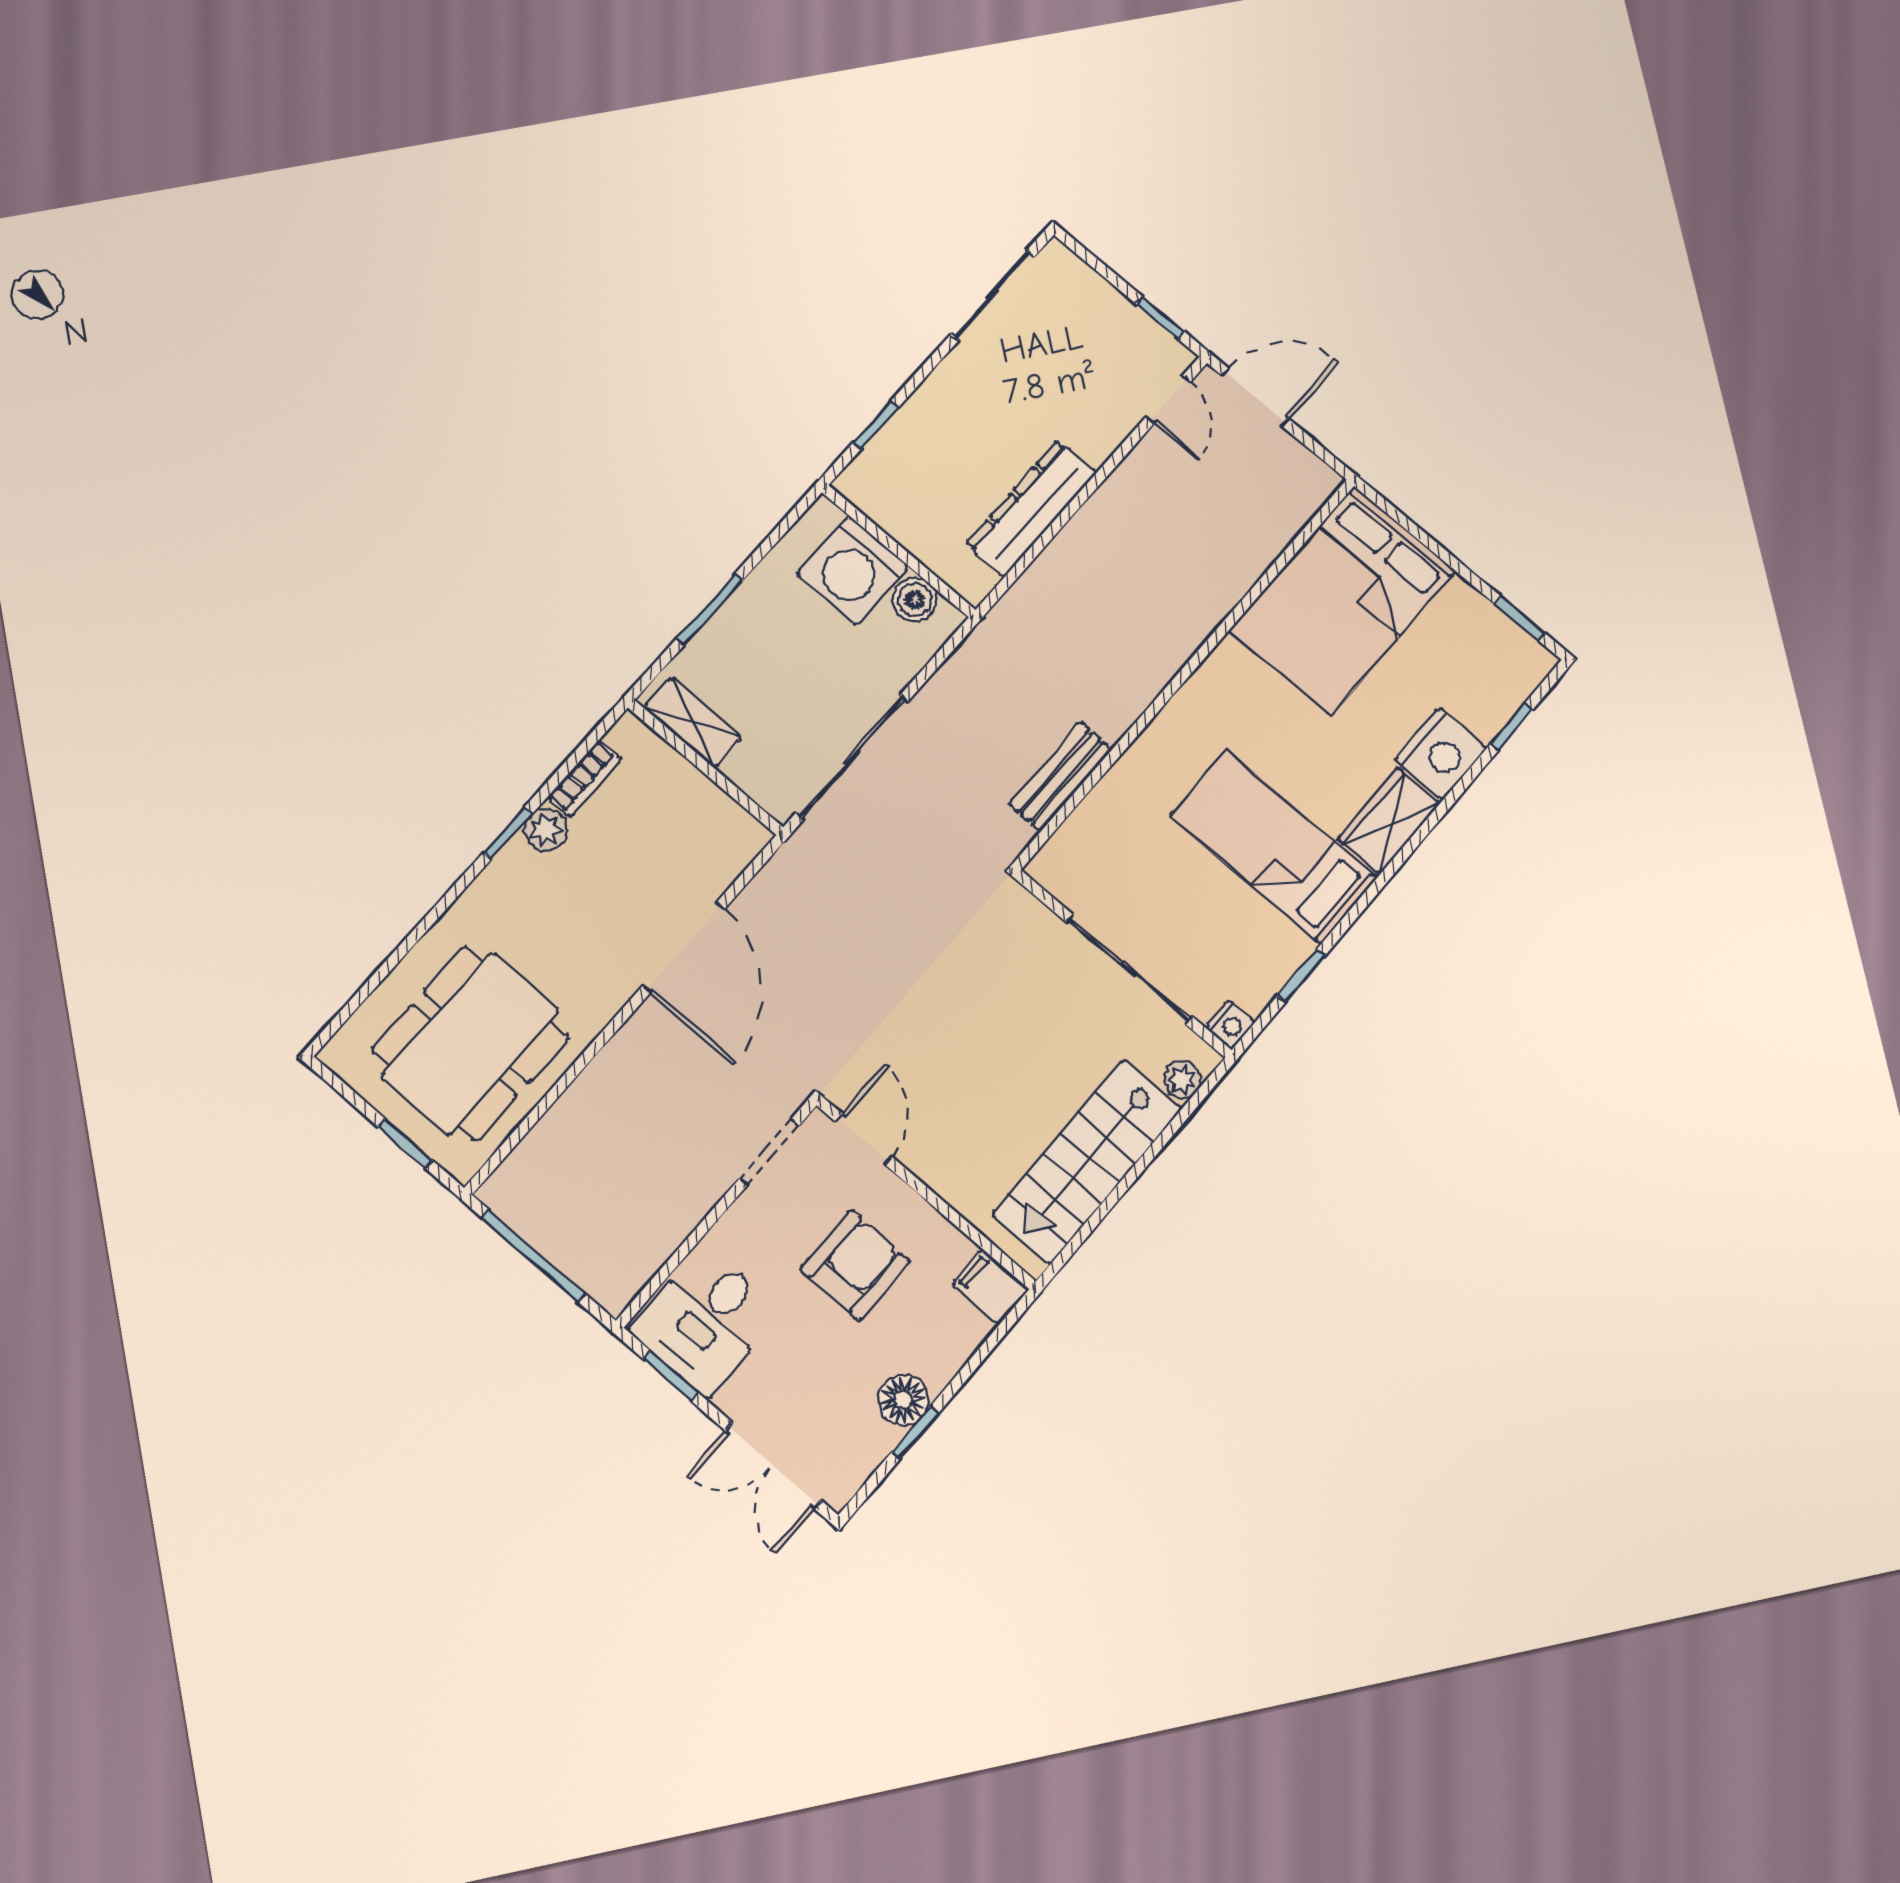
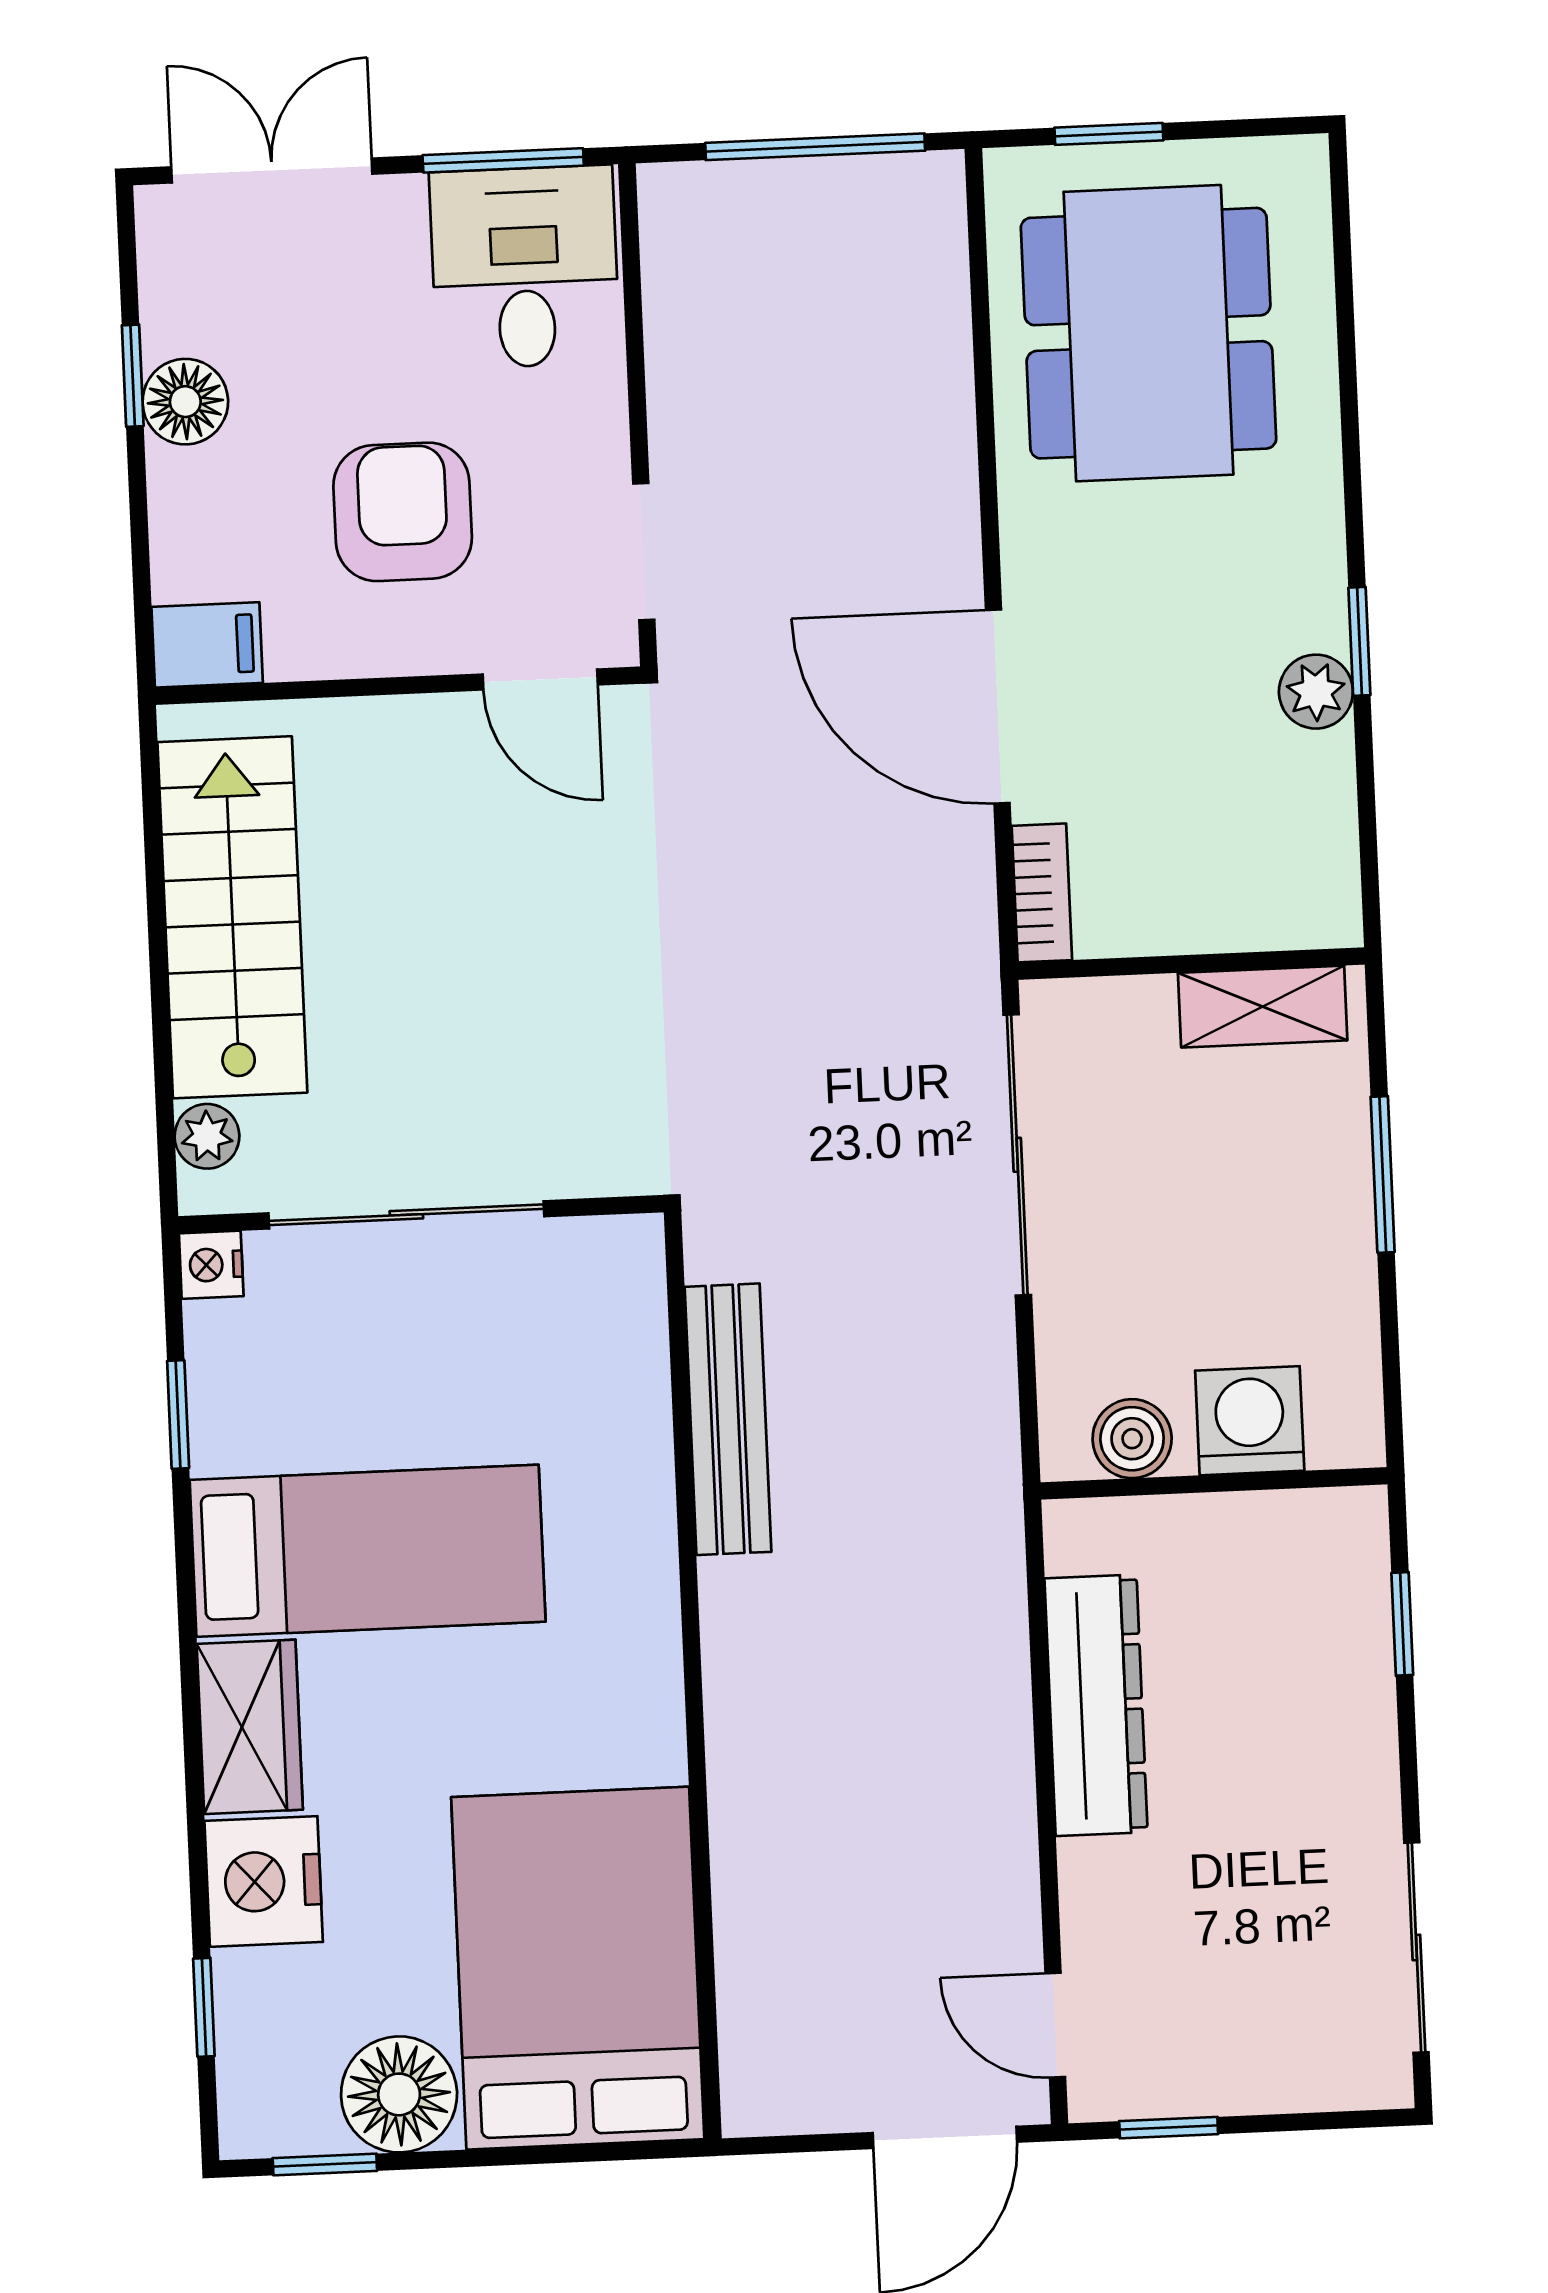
washing machine: (853, 570) -> (1250, 1421), width x0.73, depth x0.73
floor lamp: (1463, 618) -> (399, 2094), added
bench: (1061, 777) -> (728, 1419), width x1.36
bookcase: (585, 779) -> (1042, 893), moved, turned 180
armchair: (855, 1265) -> (403, 512), turned 180
window: (671, 1376) -> (503, 160), width x1.50

